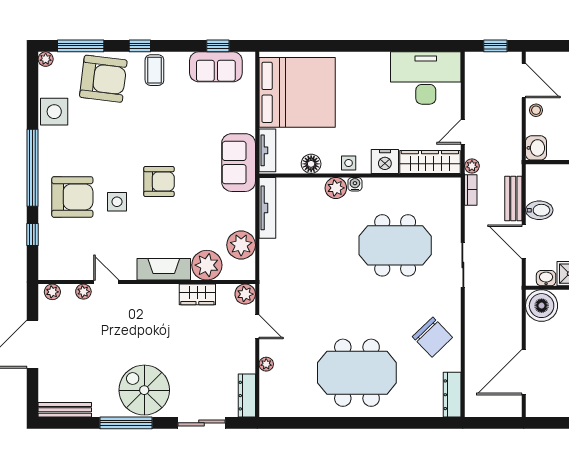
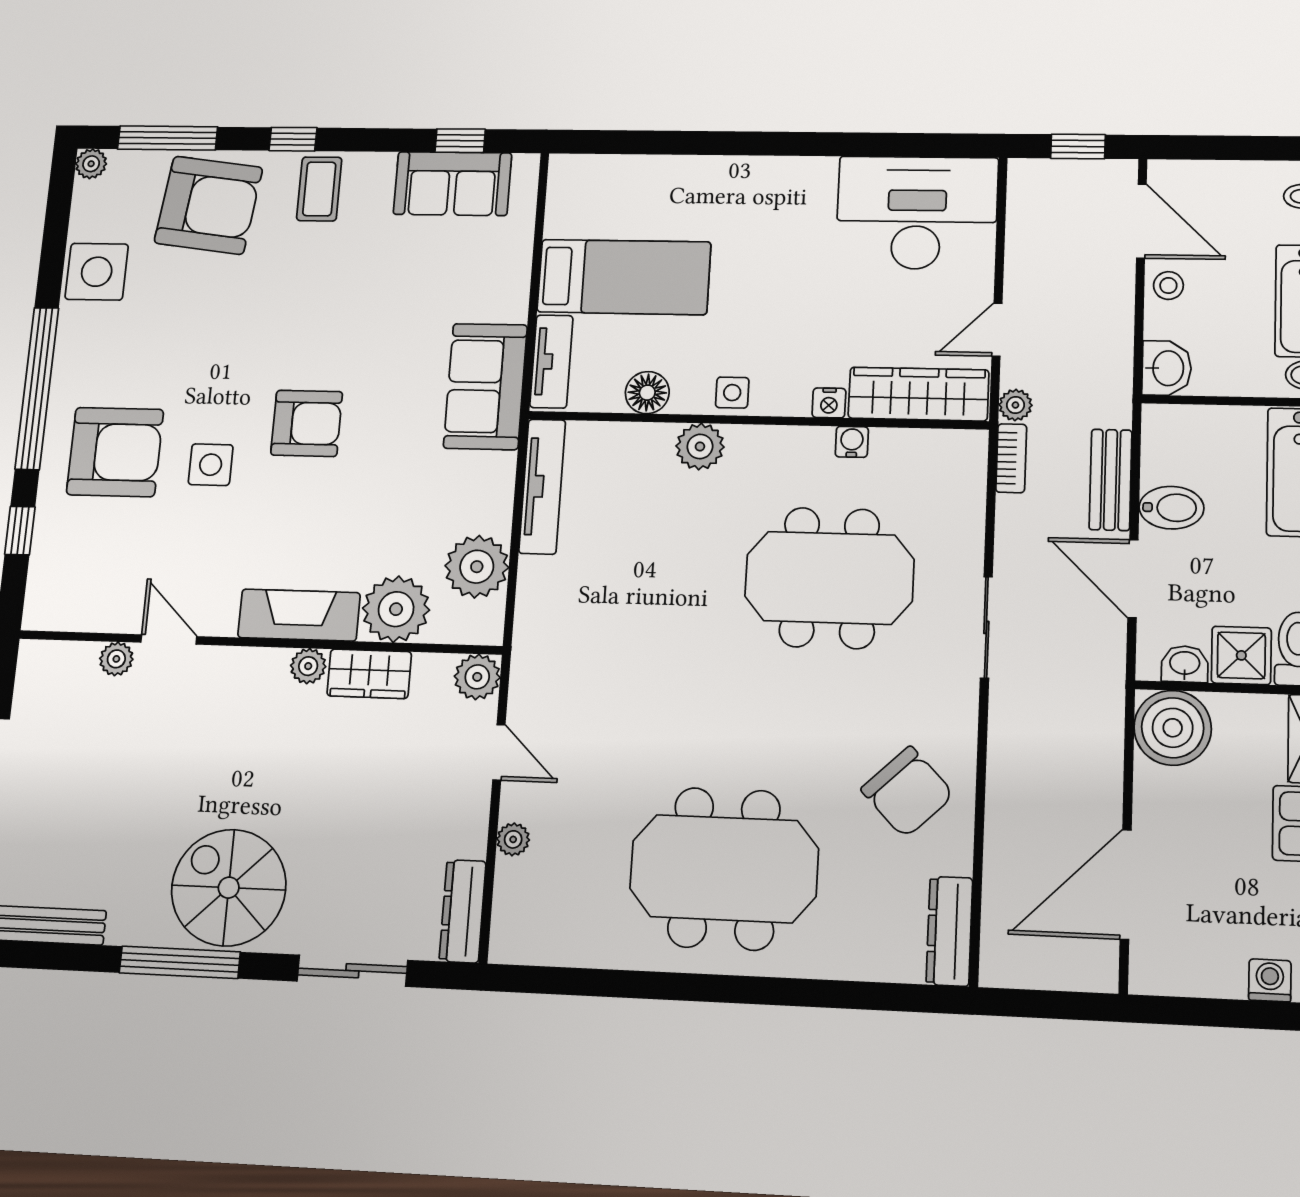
bed: (297, 92) -> (624, 277), width x0.49
nightstand: (385, 161) -> (829, 403), width x0.53, depth x0.56
water cooler: (355, 184) -> (852, 442), moved
plant: (52, 292) -> (308, 666), moved

